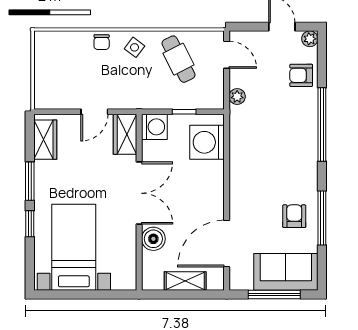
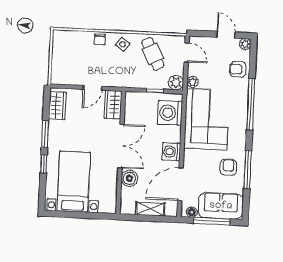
plant: (214, 99) -> (176, 83), added
washing machine: (154, 127) -> (171, 152), moved, turned 180
corner sofa: (260, 149) -> (207, 119), added
floor lamp: (245, 283) -> (192, 212), added

